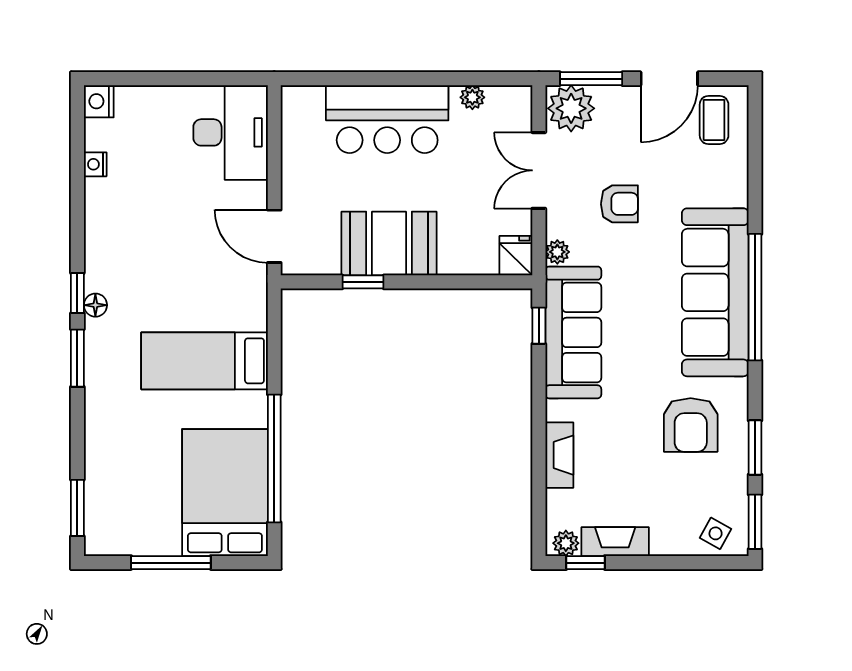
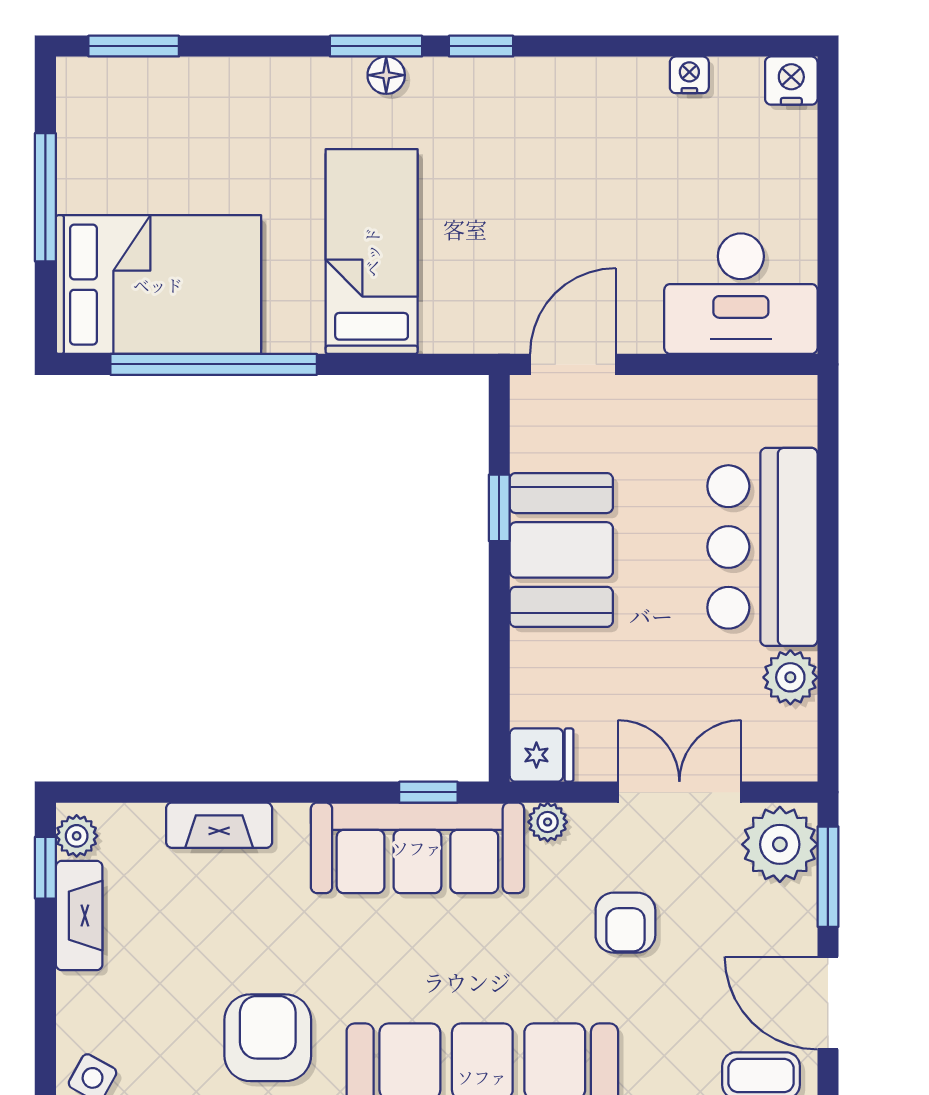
plant: (472, 97) -> (790, 677), width x1.38, depth x1.38
floor lamp: (95, 305) -> (386, 75), moved
armchair: (691, 425) -> (268, 1038), turned 90

